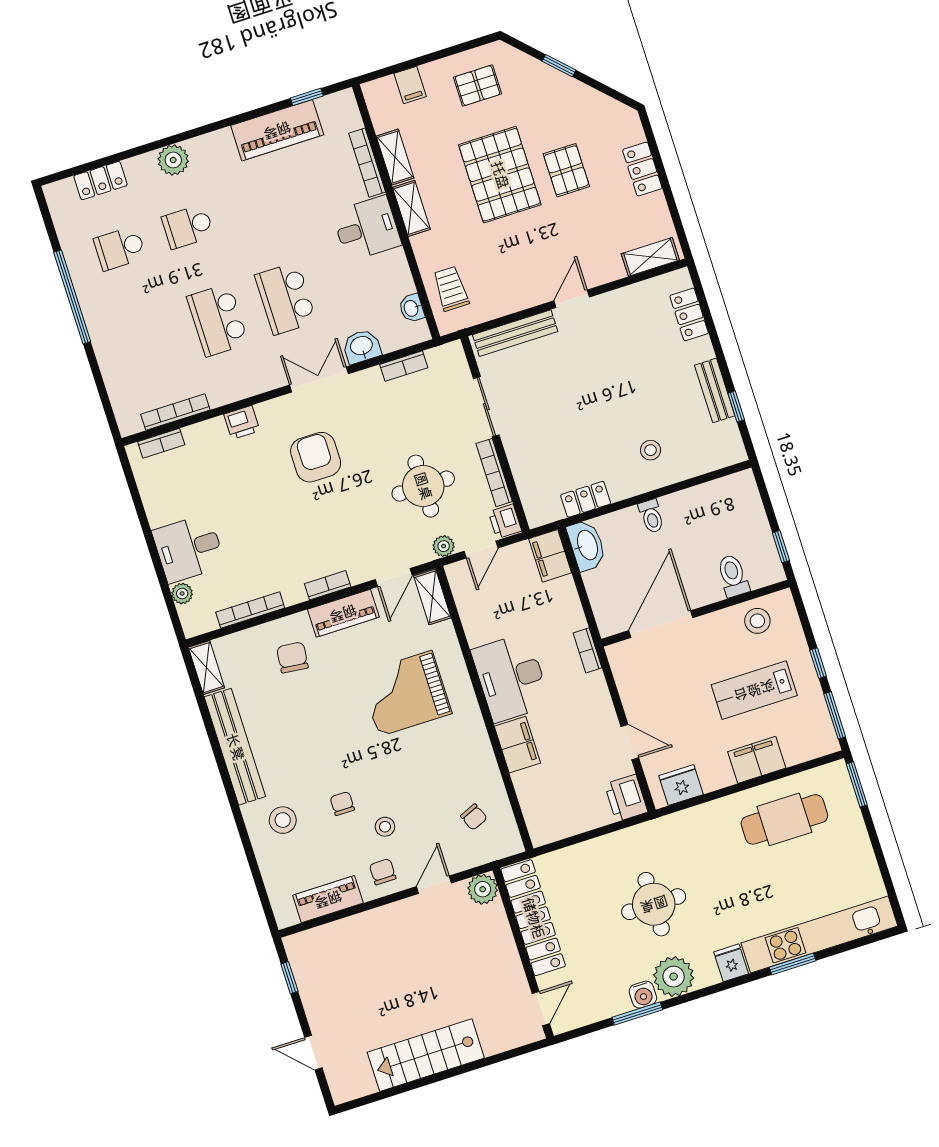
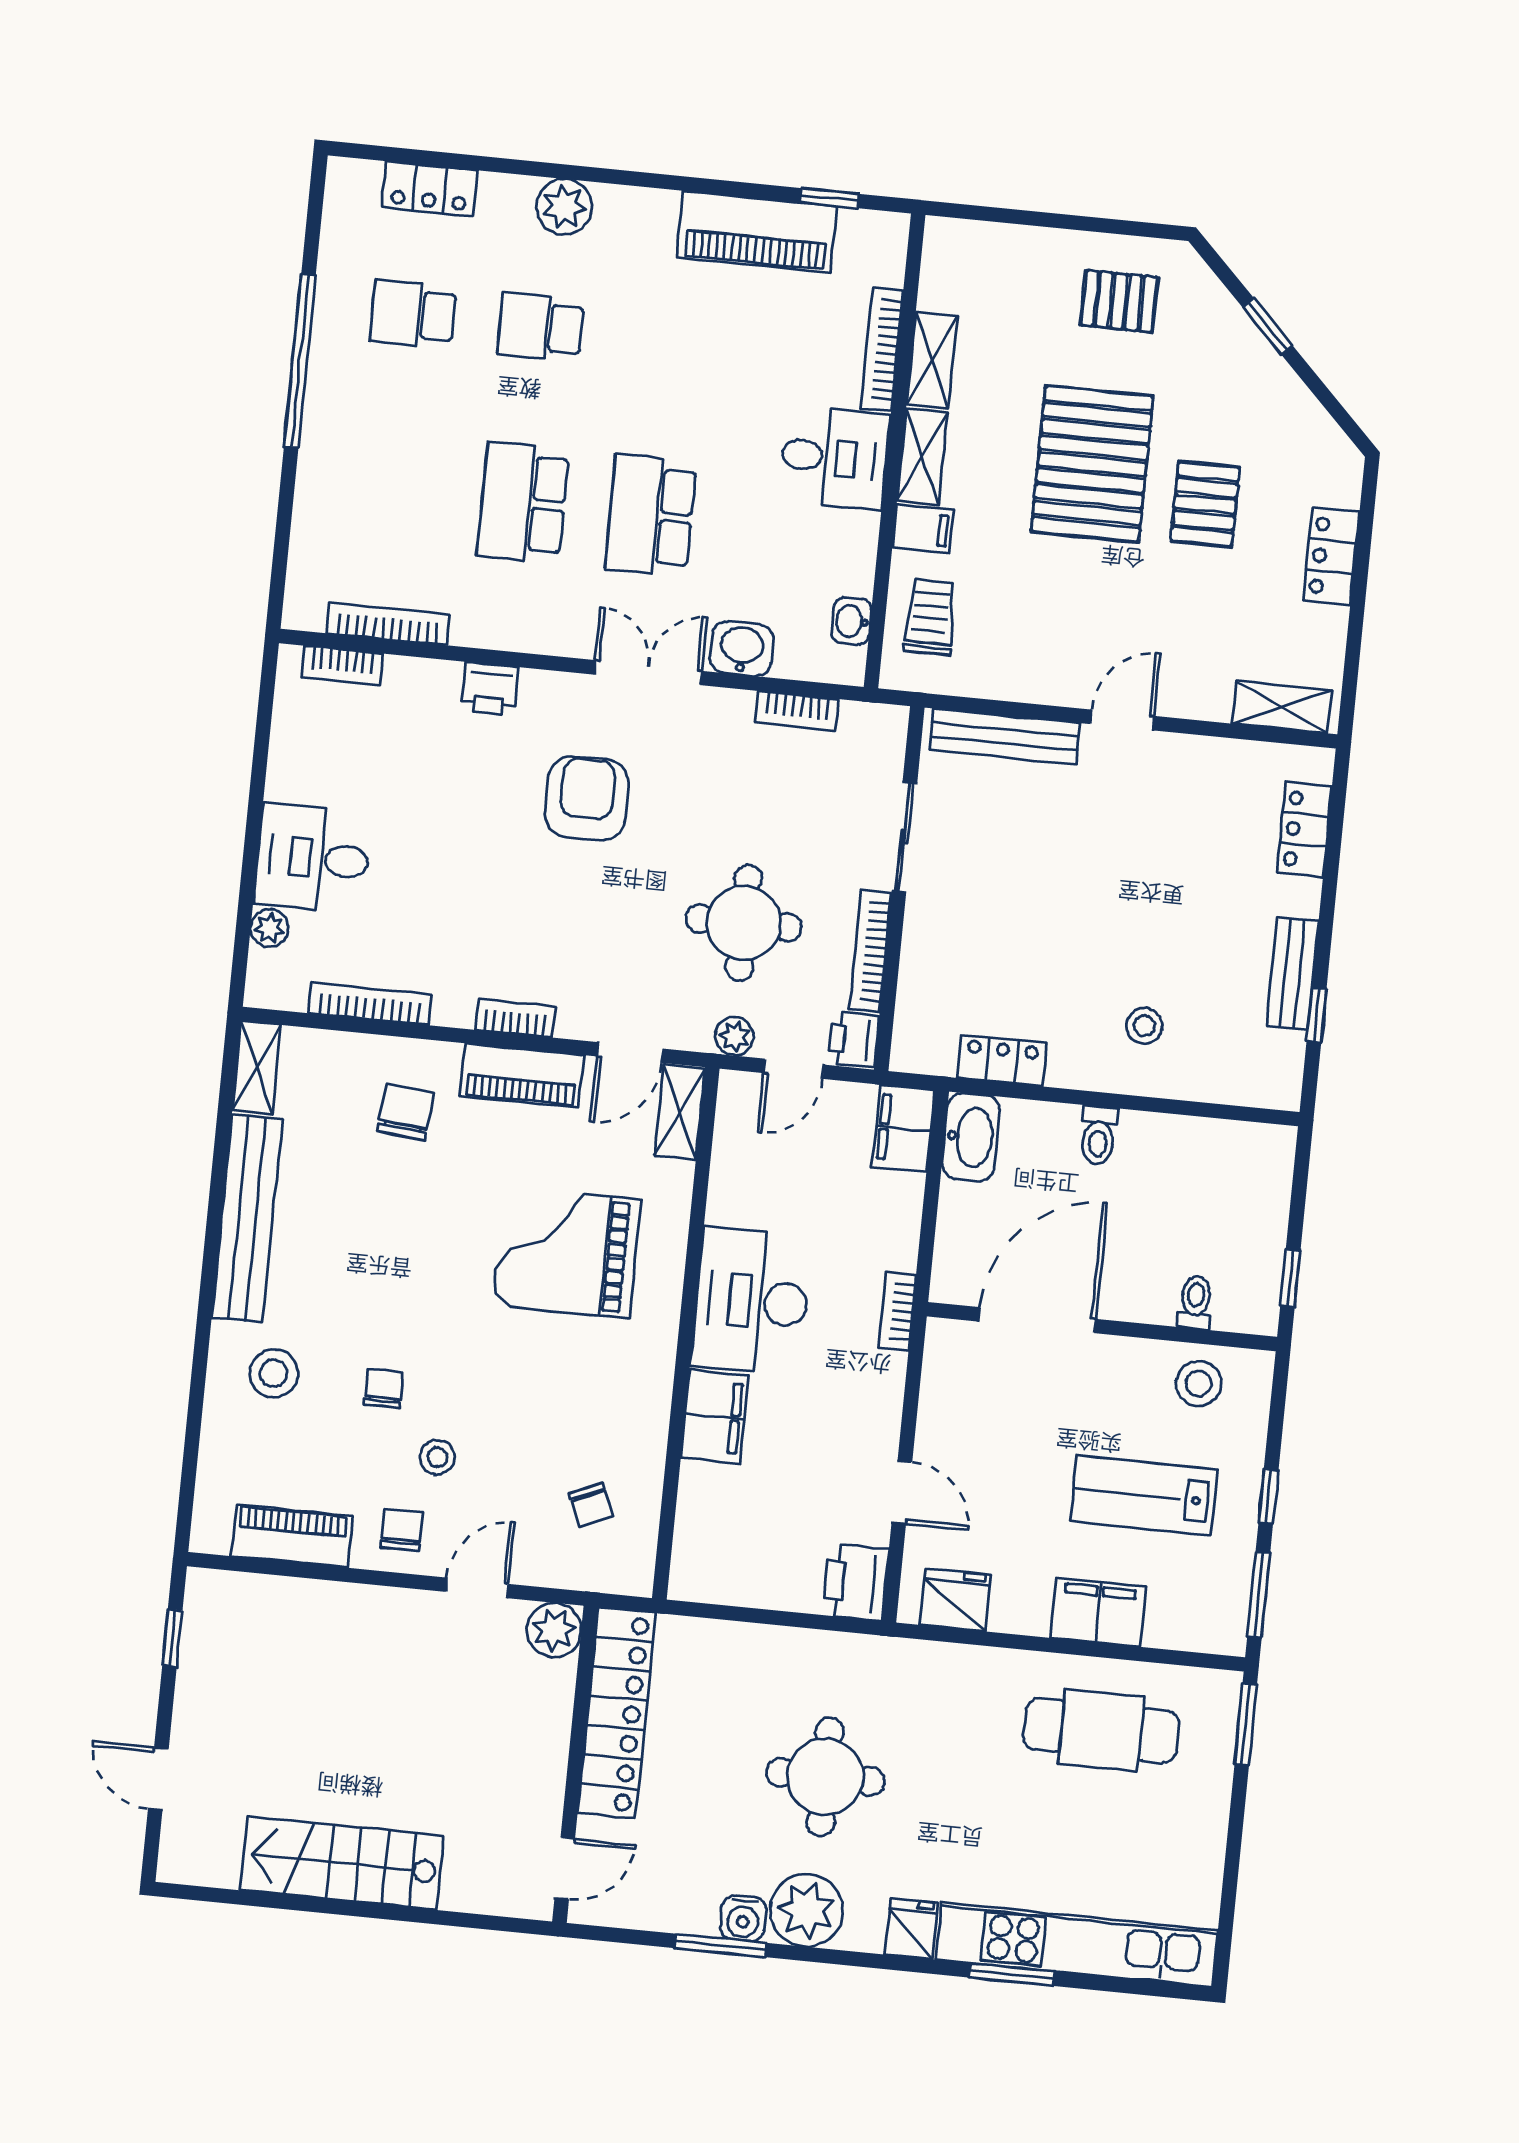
filing cabinet: (410, 85) -> (923, 529), moved, turned -90
toilet: (733, 576) -> (1195, 1302), width x0.73, depth x0.72

